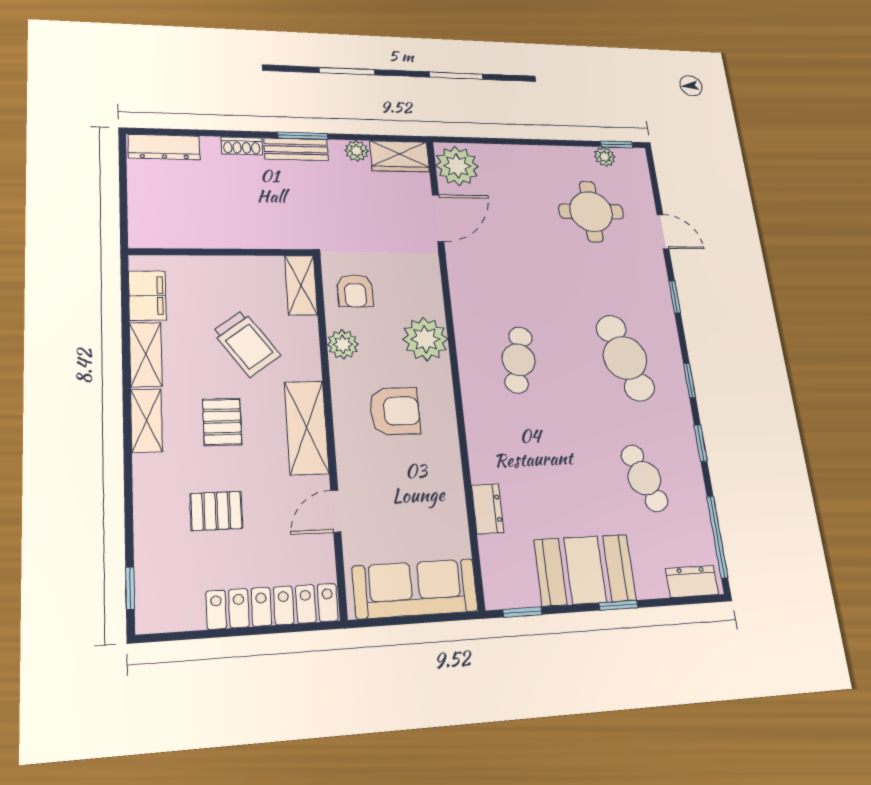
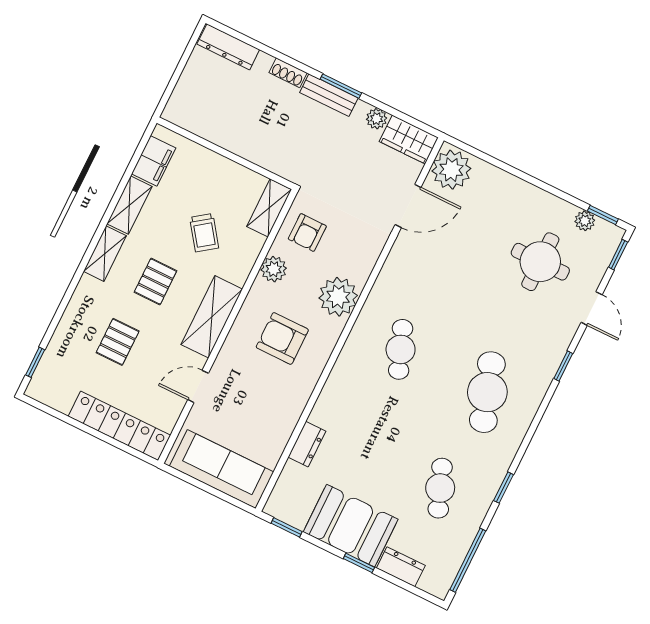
trolley: (246, 343) -> (204, 233), width x0.73, depth x0.72
cafe table: (519, 360) -> (401, 349), turned -33
window: (690, 381) -> (618, 255), moved
armchair: (395, 411) -> (282, 338), turned 180
pallet: (216, 511) -> (118, 342), turned 90
dresser: (692, 581) -> (401, 567), moved

